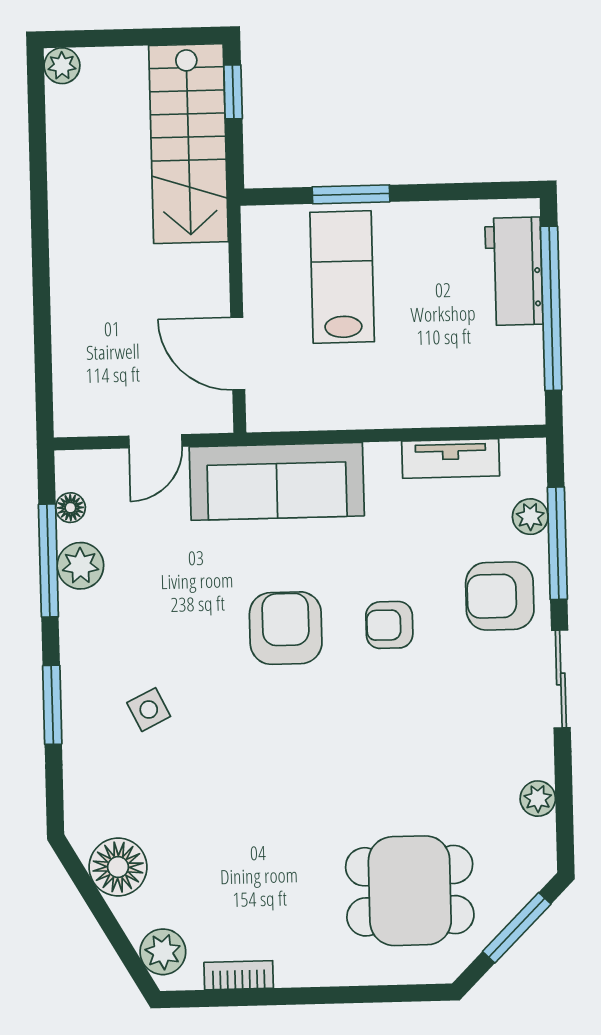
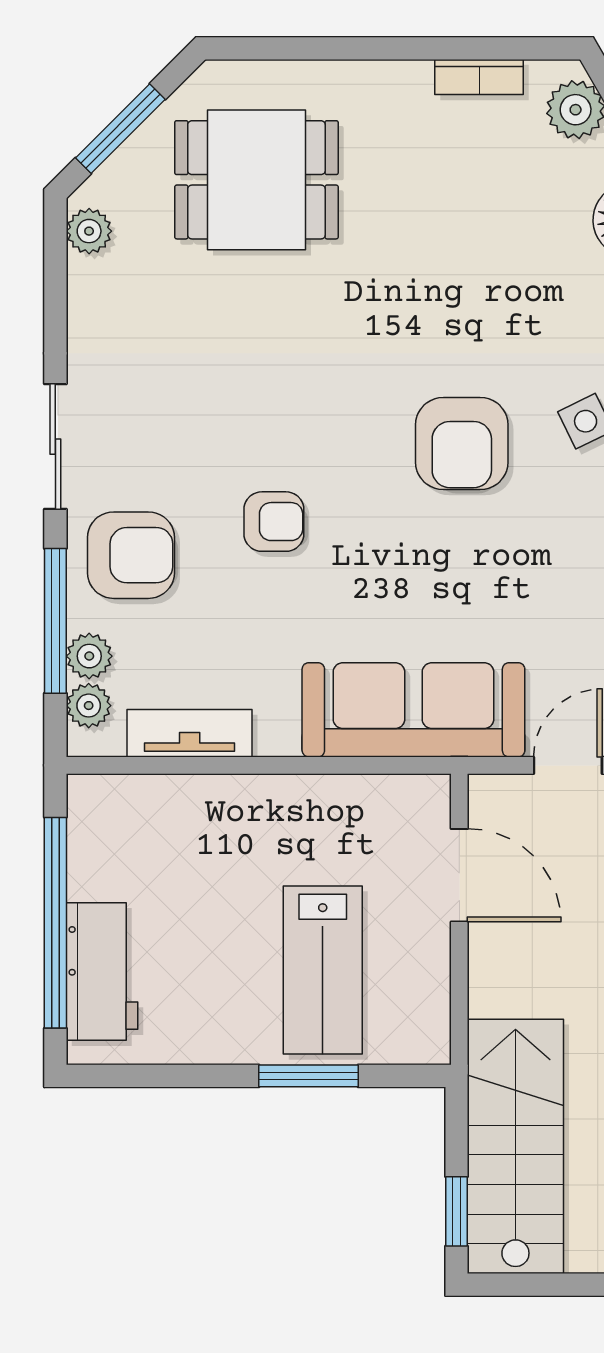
plant: (530, 478) -> (89, 706), added
armchair: (286, 628) -> (462, 443), moved
plant: (538, 799) -> (89, 231), moved

